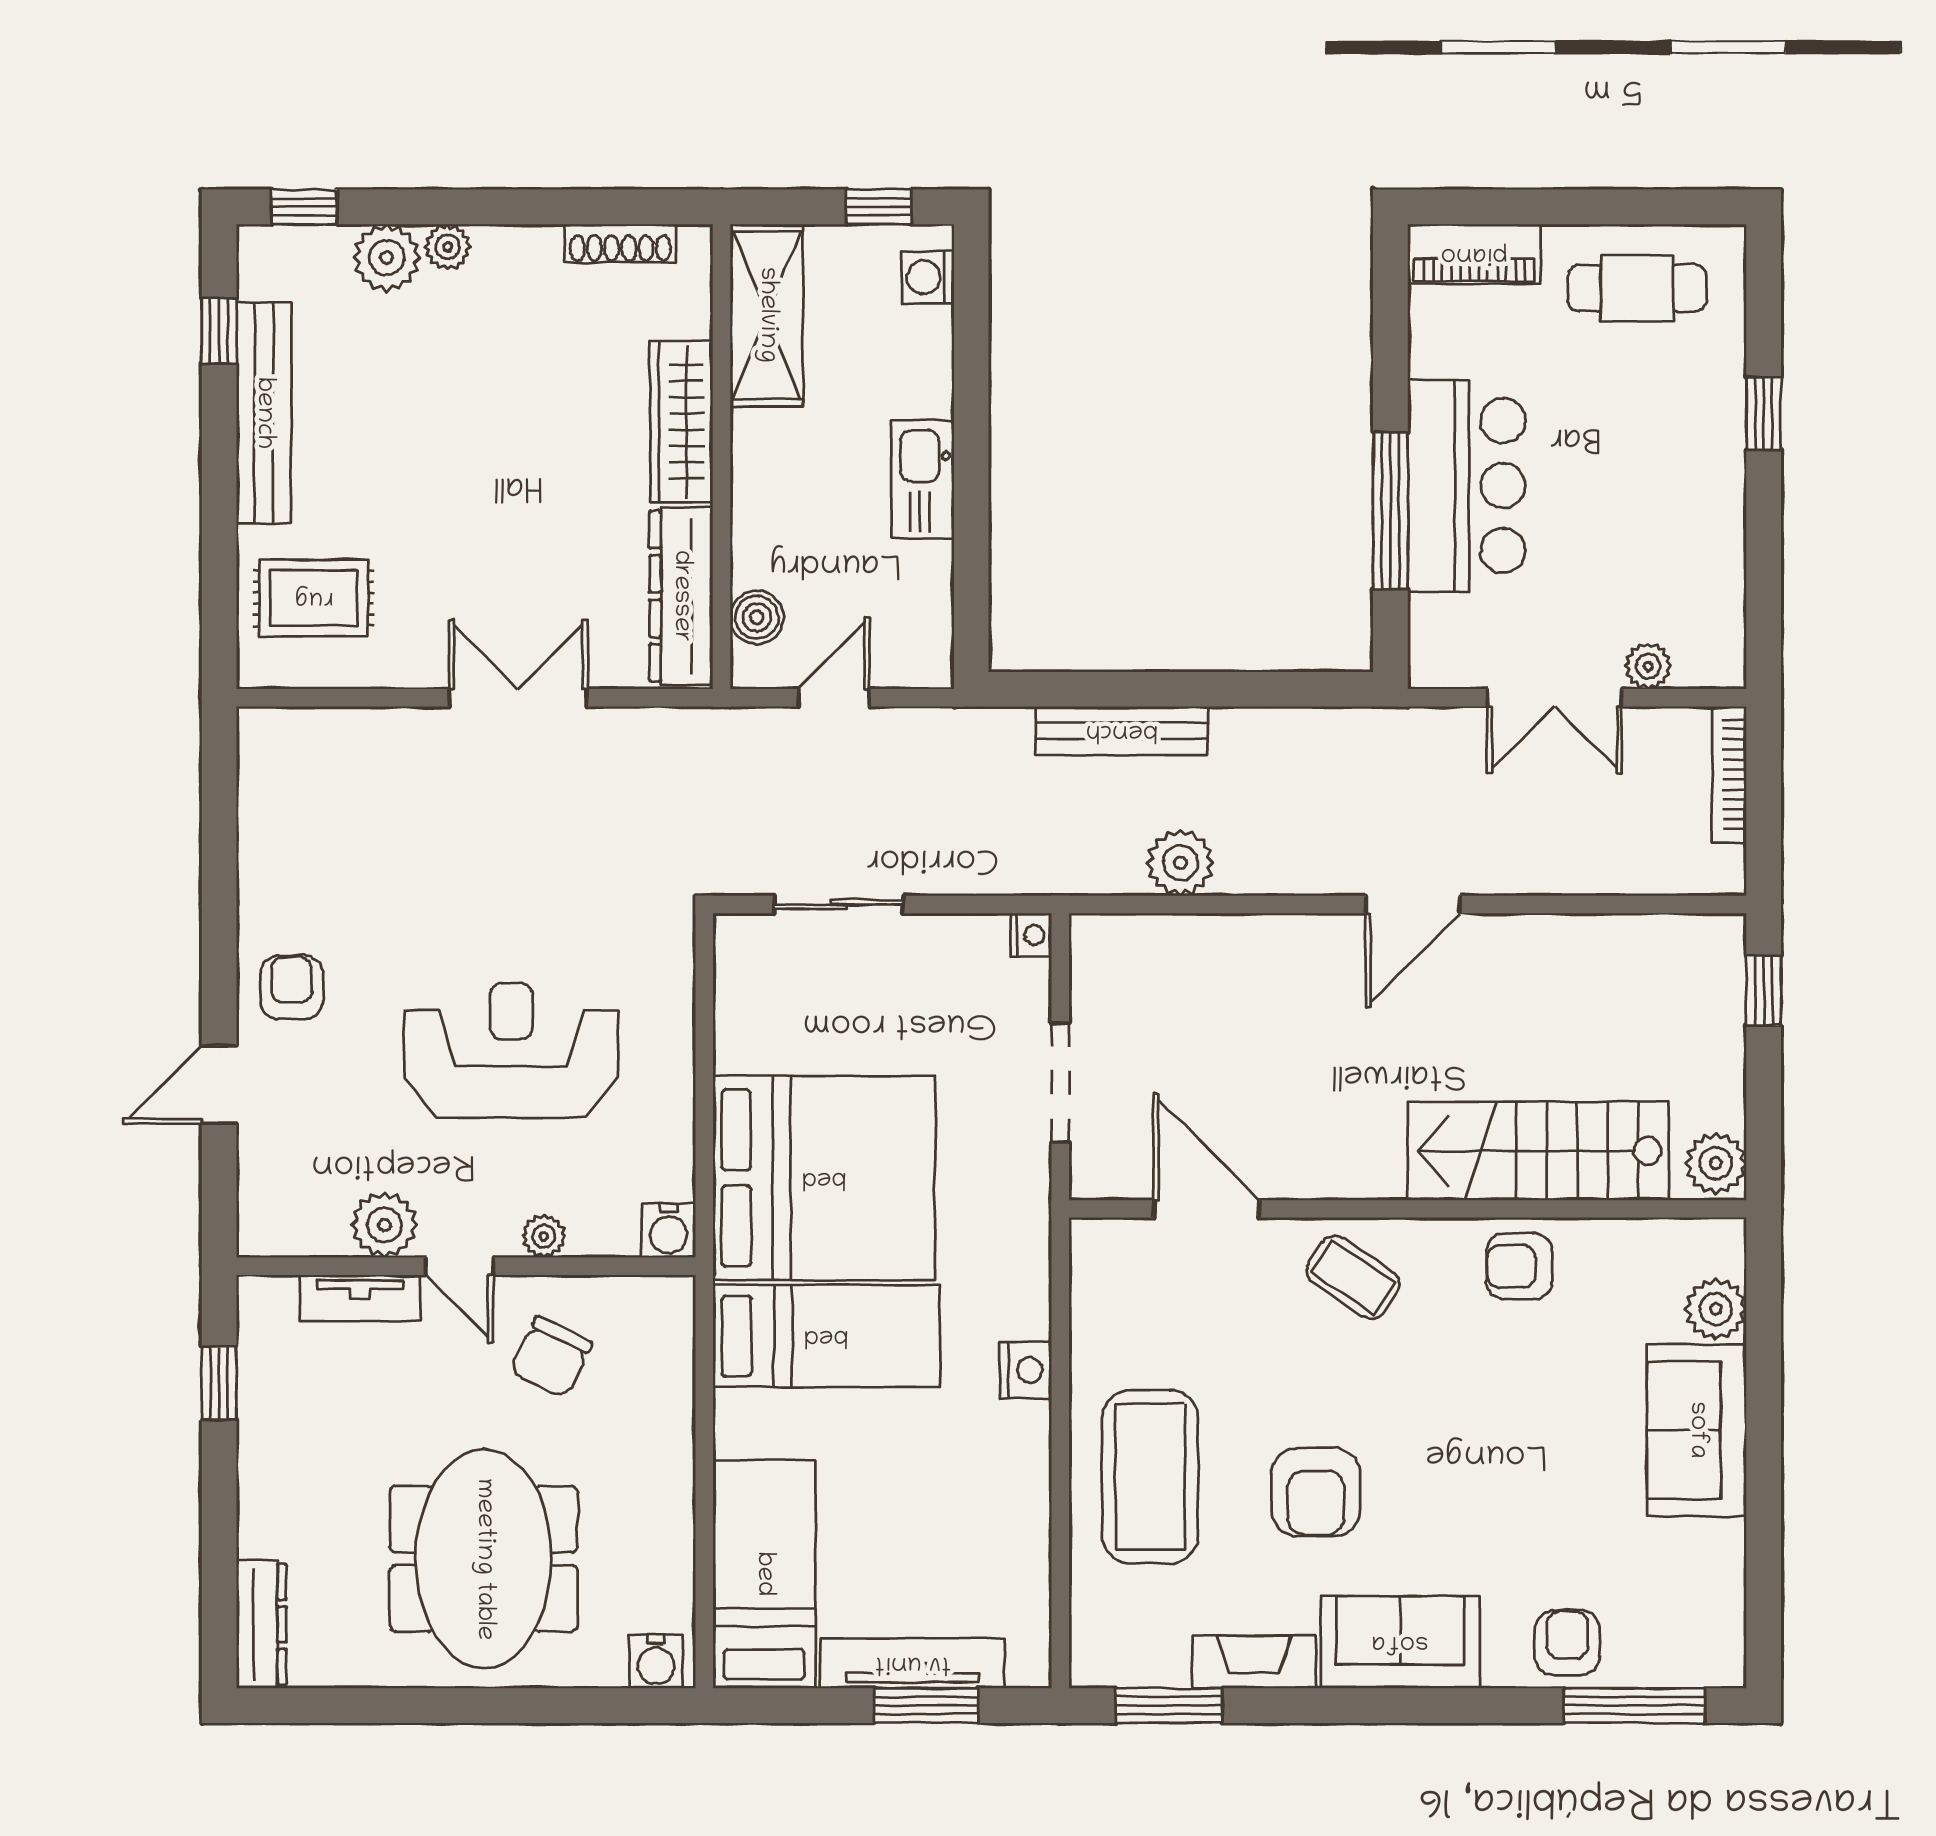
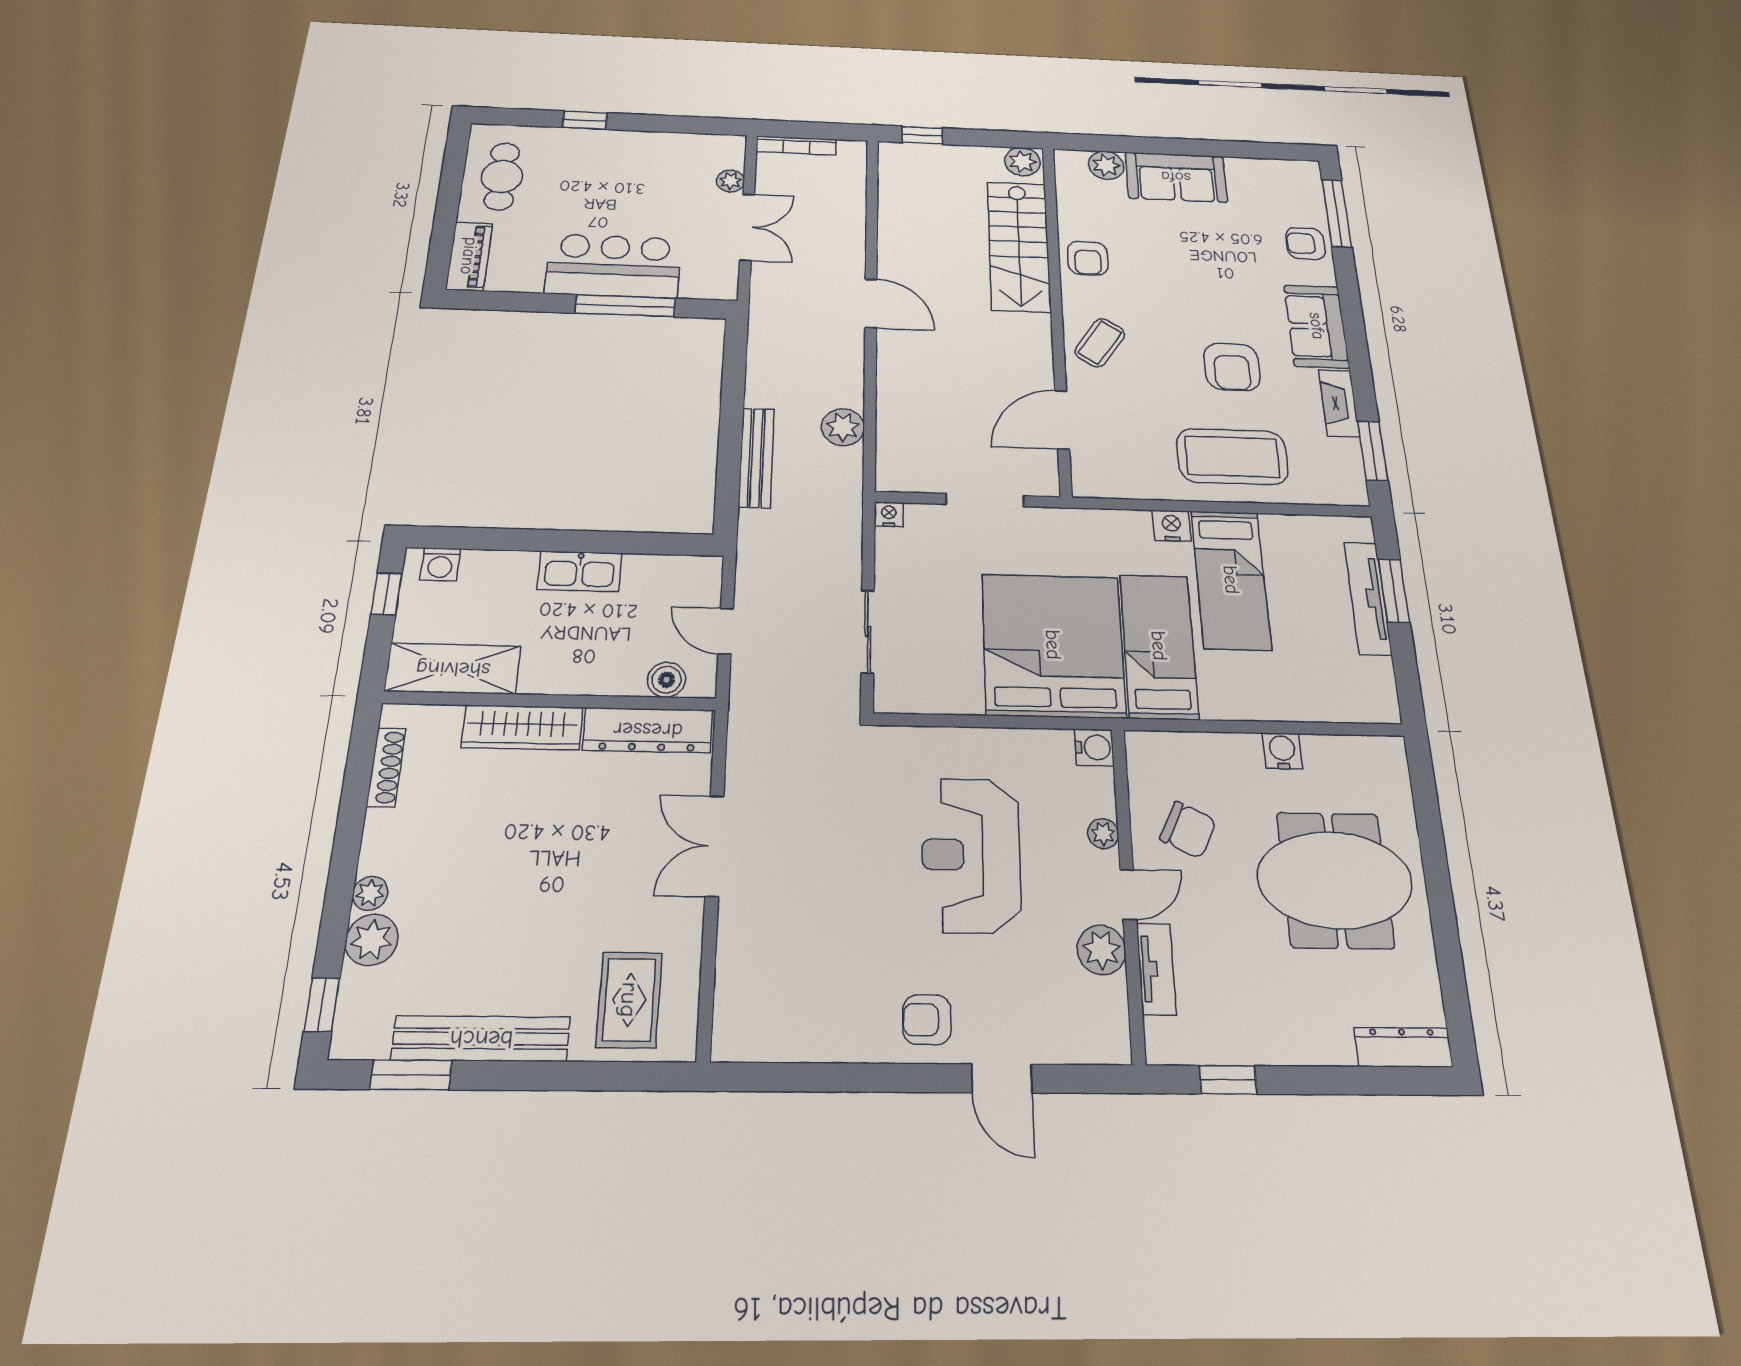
window: (219, 331) -> (411, 1075), width x1.50
armchair: (1316, 1492) -> (1232, 367), turned 90
bed: (764, 1574) -> (1231, 580), moved, turned -90
water cooler: (656, 1662) -> (1282, 751), moved, turned -90

